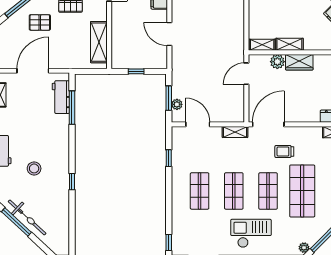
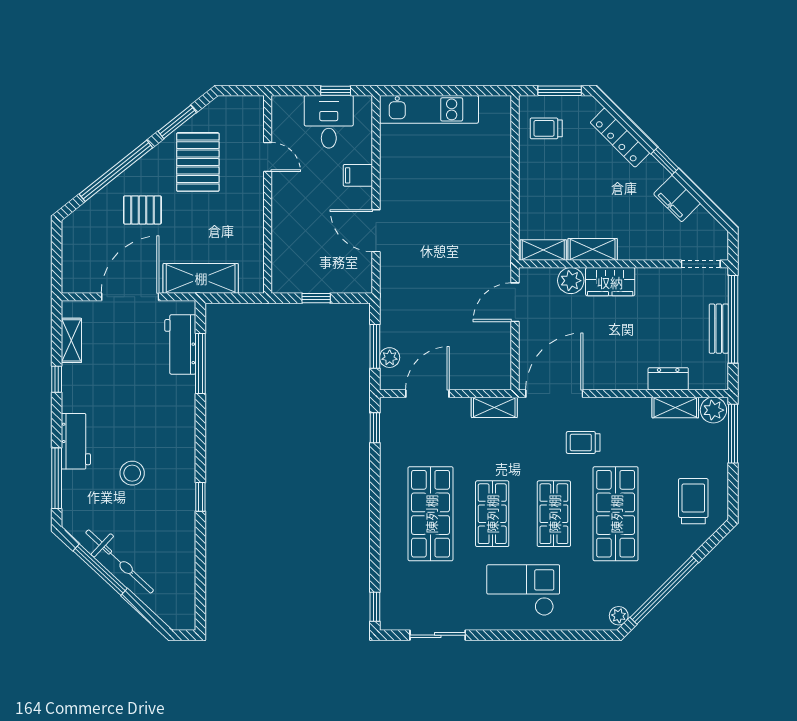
shelving: (99, 42) -> (201, 278), moved, turned 90
door: (198, 124) -> (427, 394), hinge flipped
window: (169, 158) -> (375, 428), moved
shop shelf: (200, 191) -> (431, 514), width x1.43, depth x1.36

